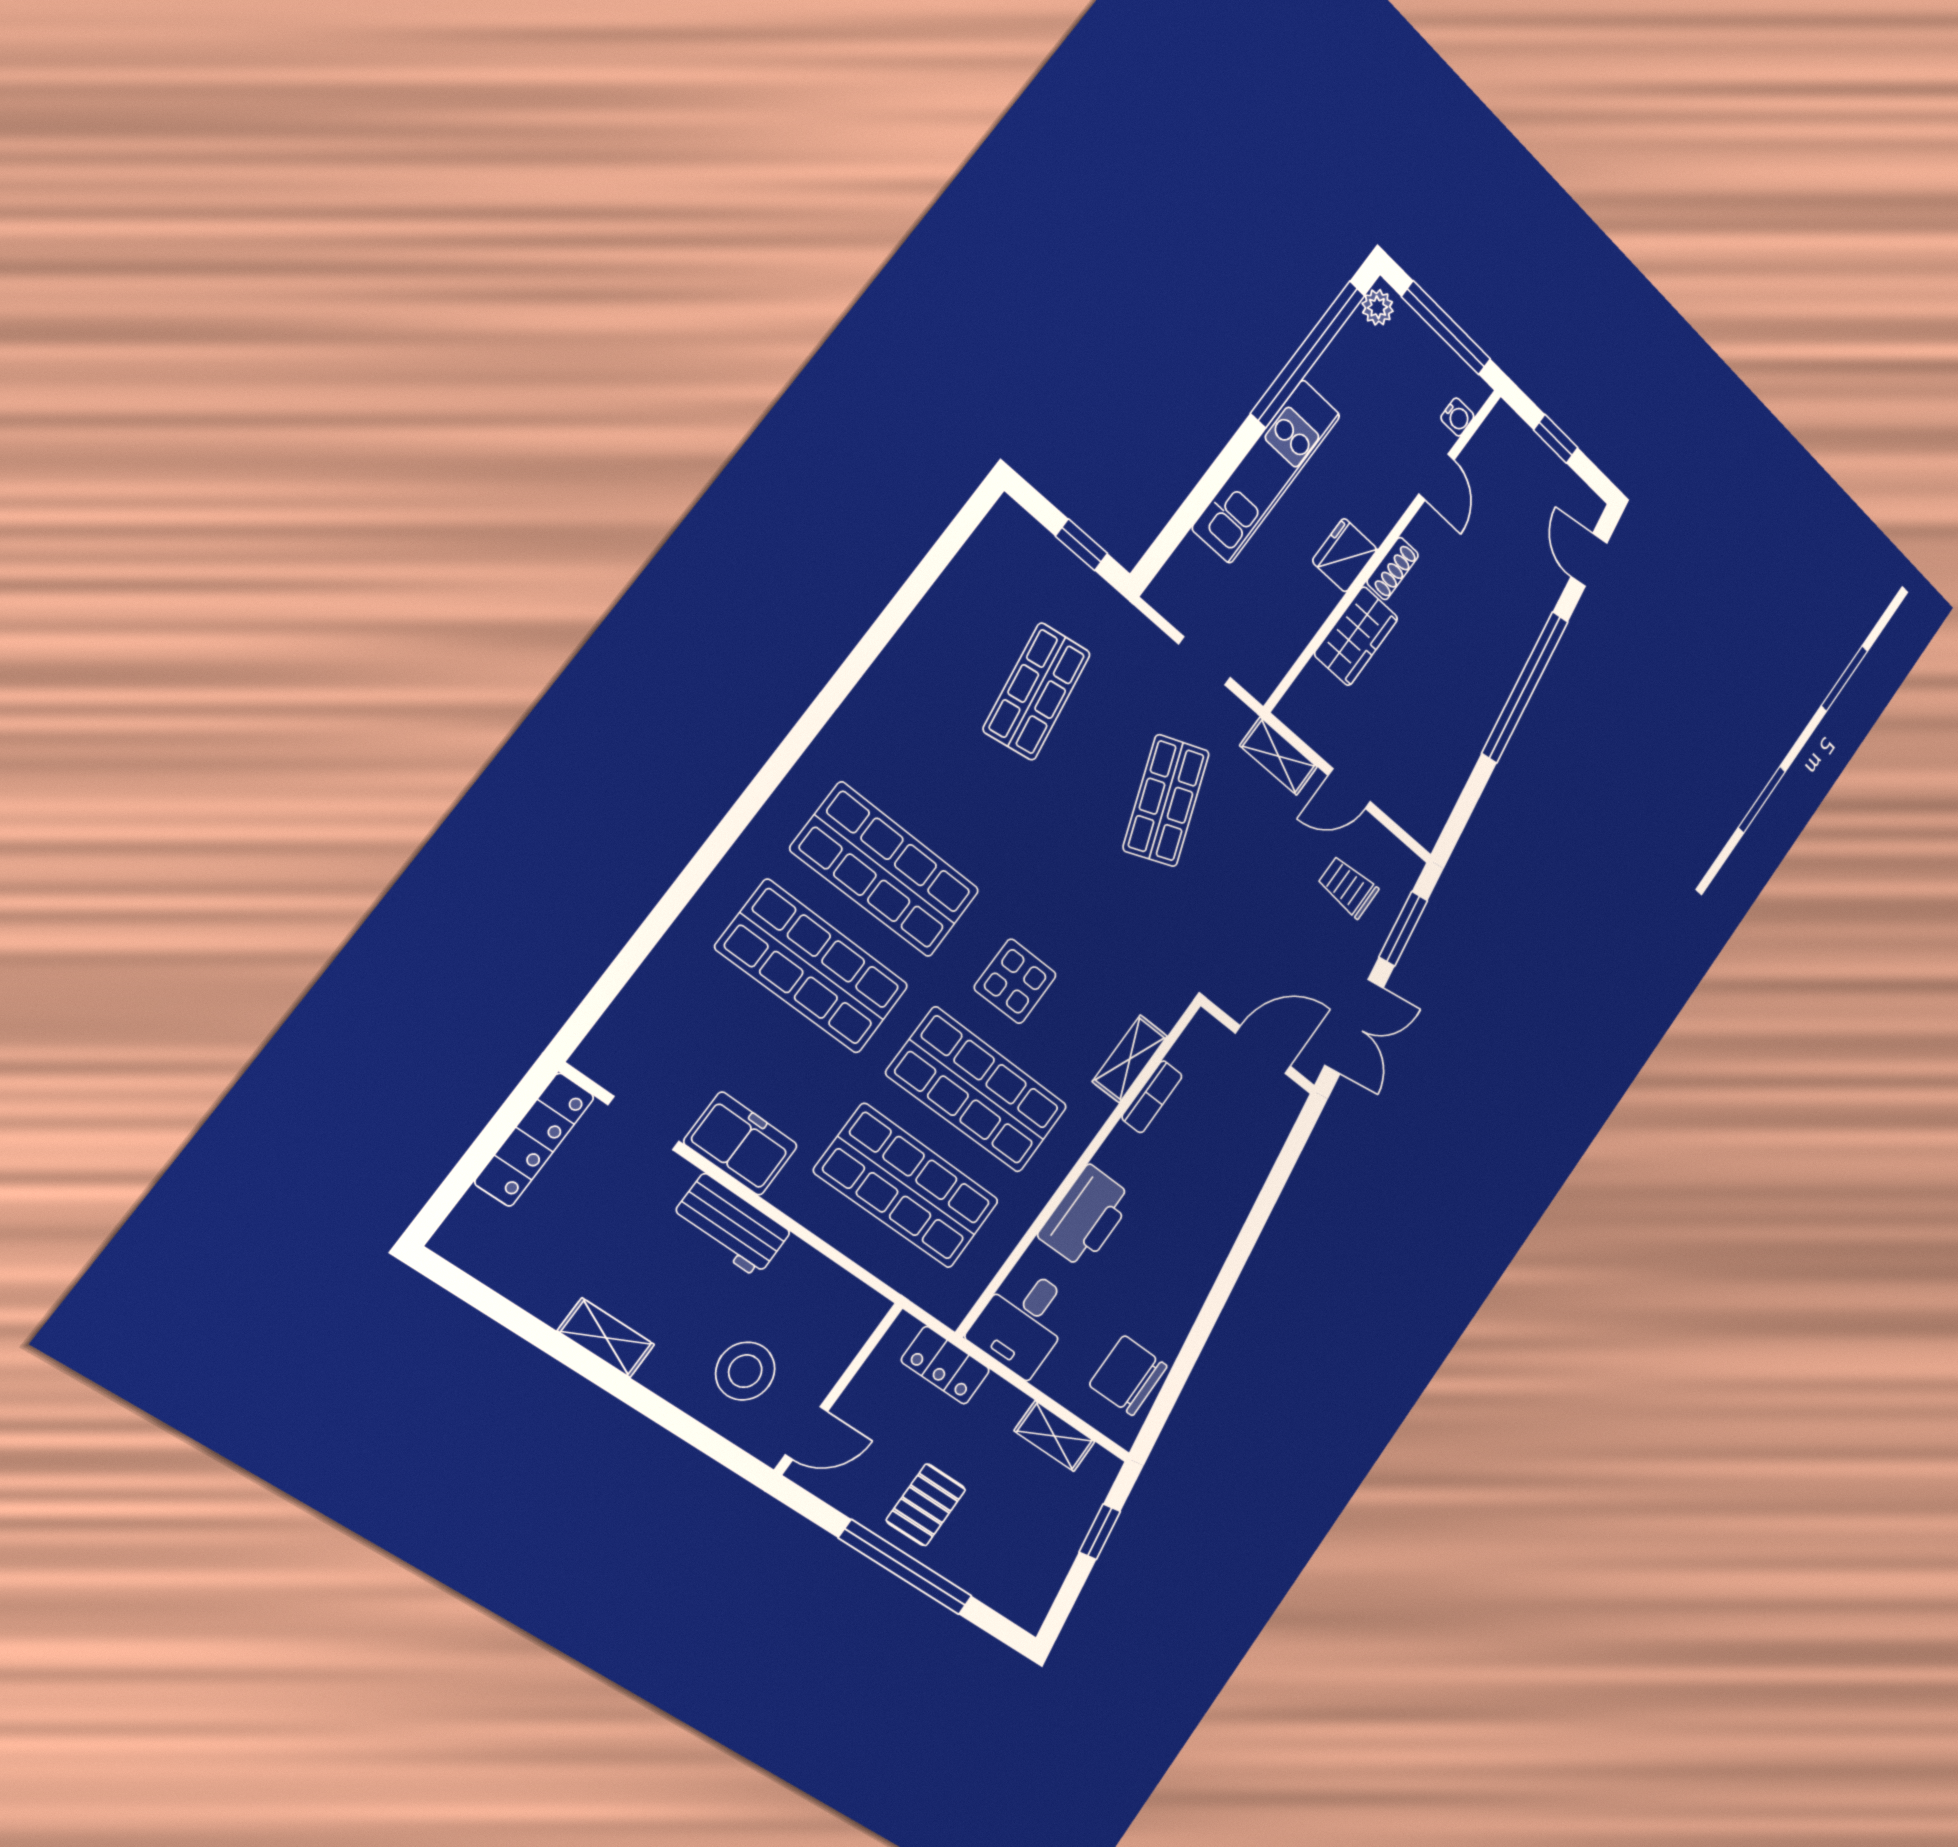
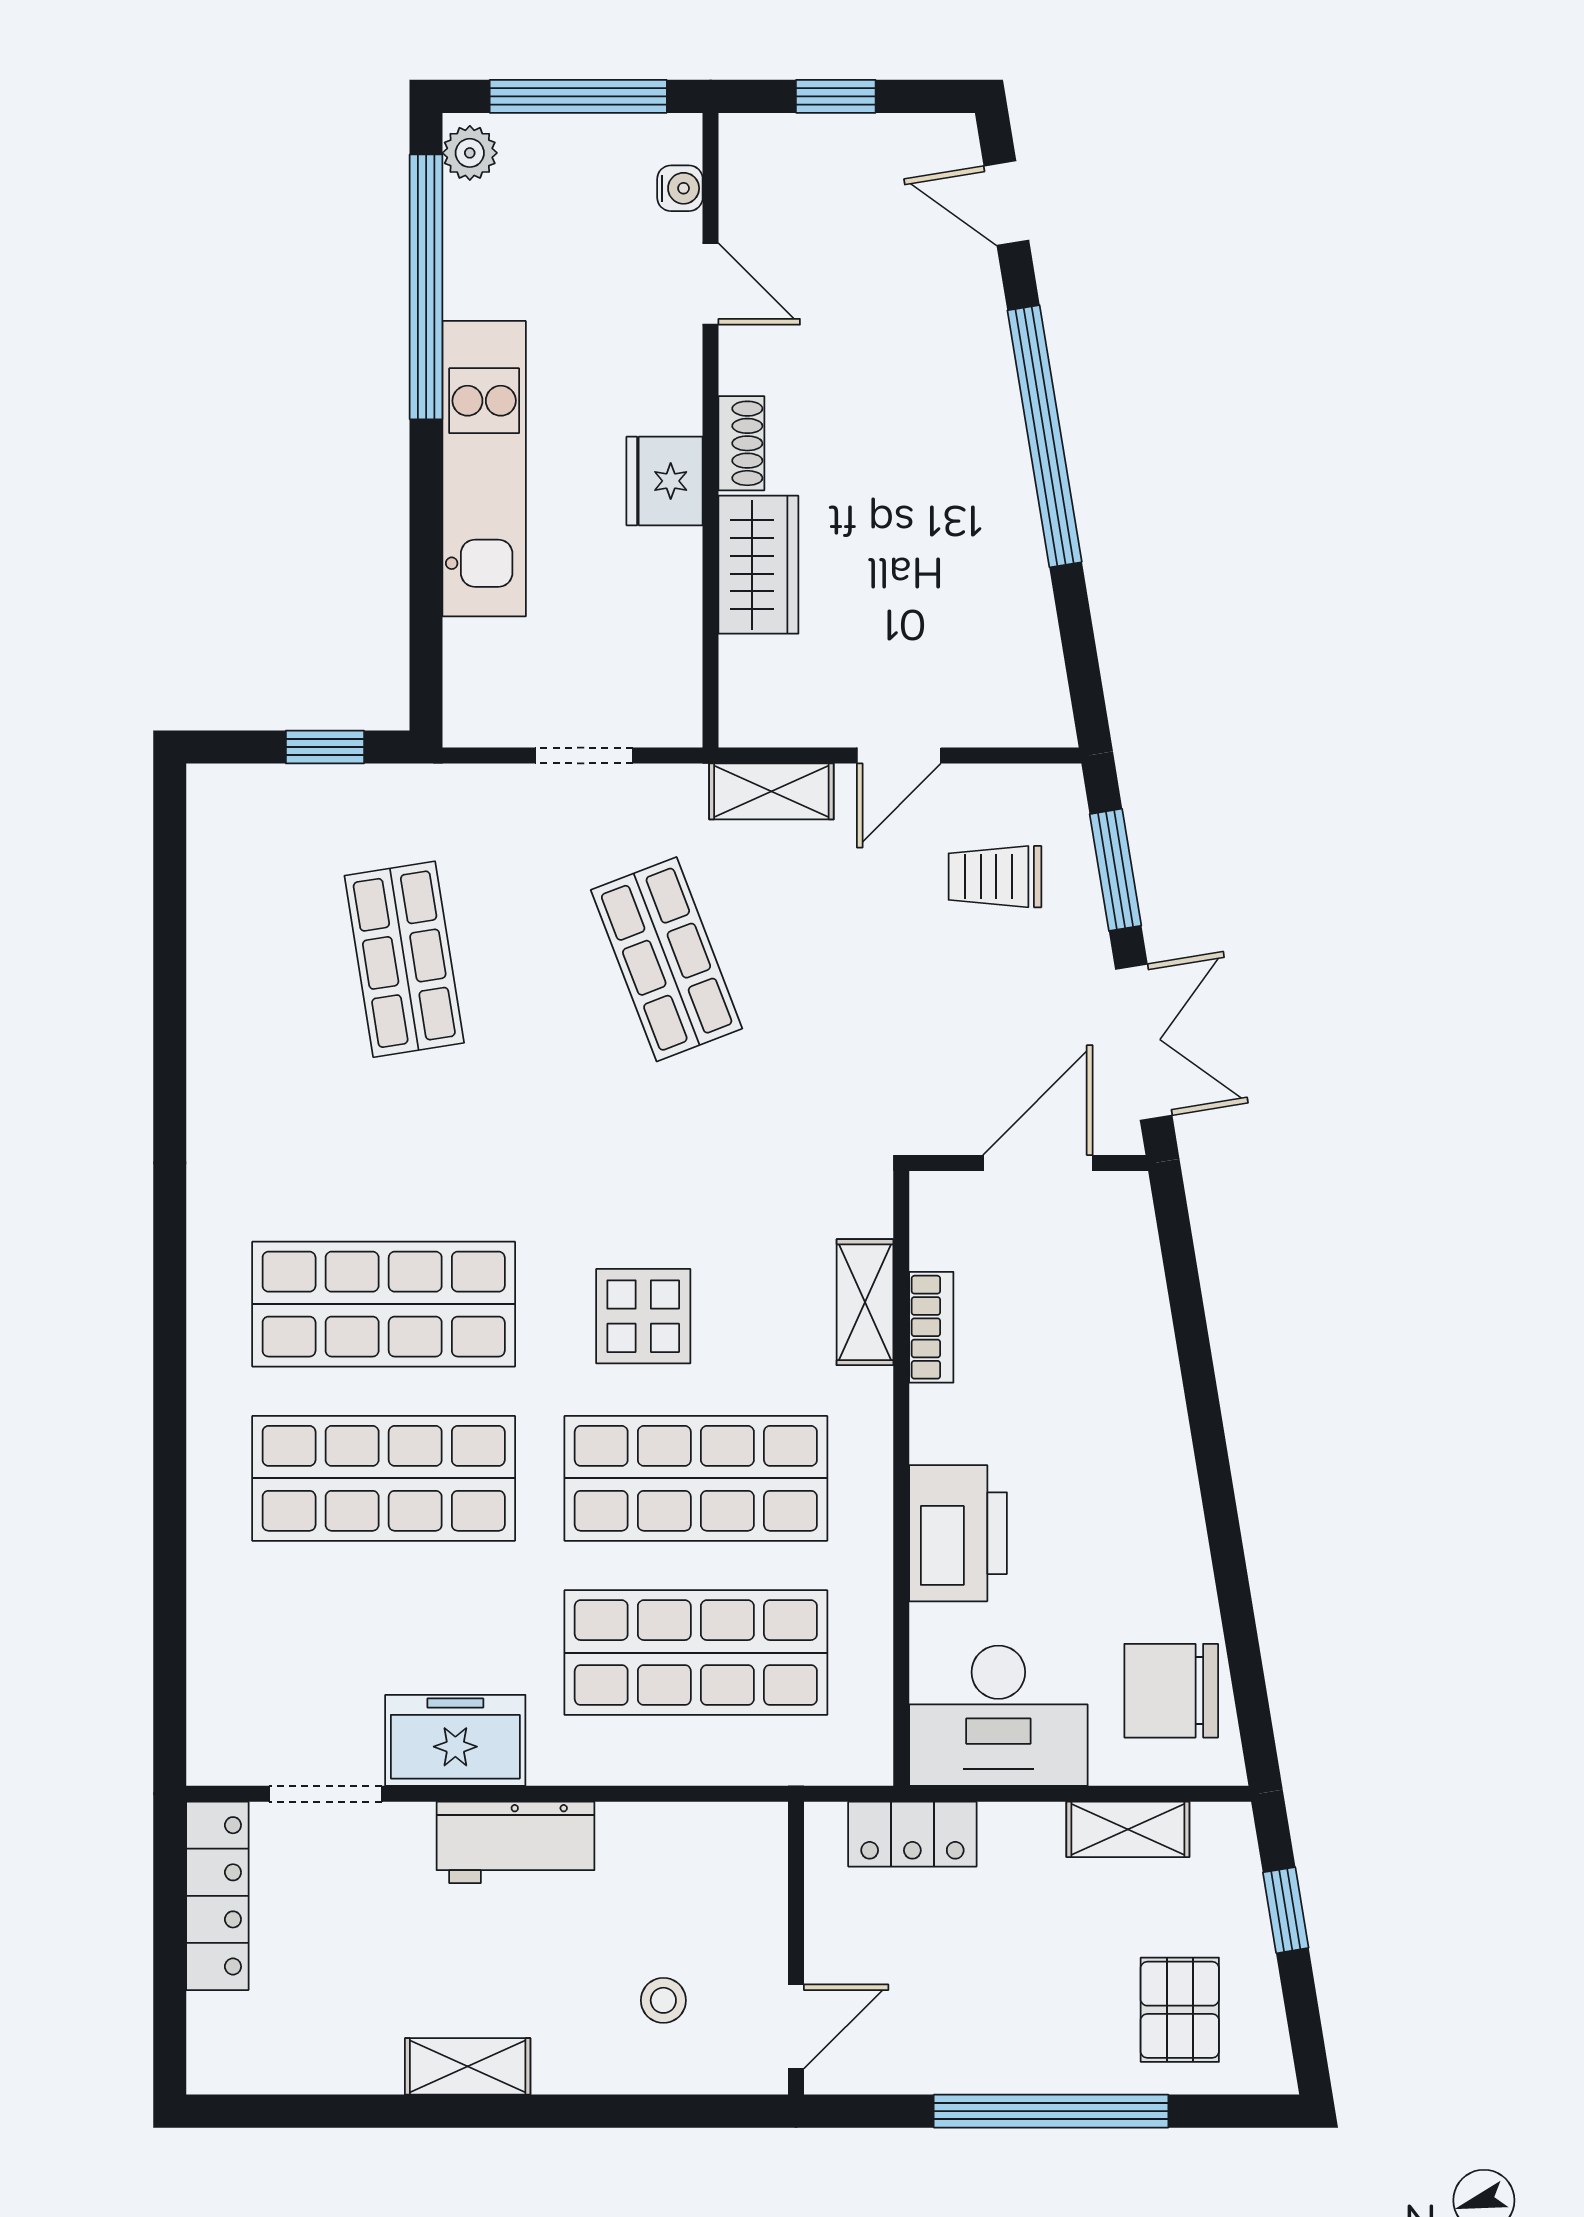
desk: (1023, 1322) -> (998, 1716), width x1.37
stool: (745, 1371) -> (663, 2000), width x0.53, depth x0.53
pallet: (926, 1505) -> (1180, 2010), moved

